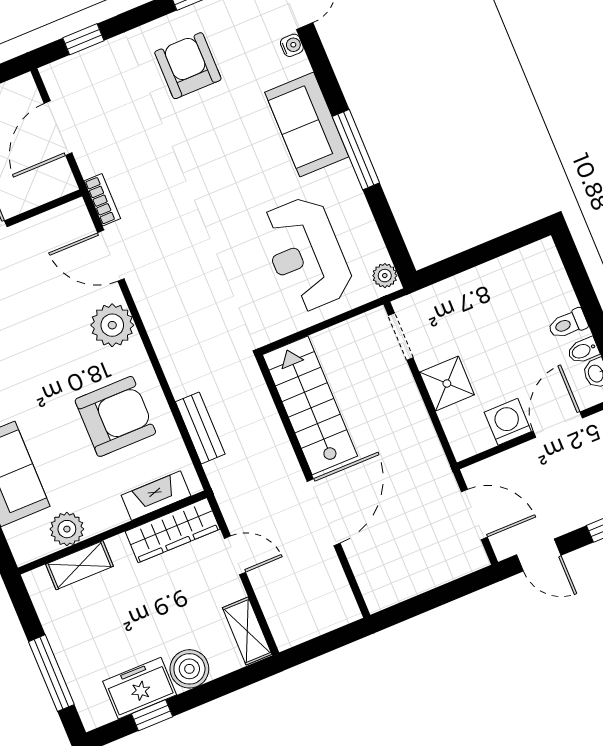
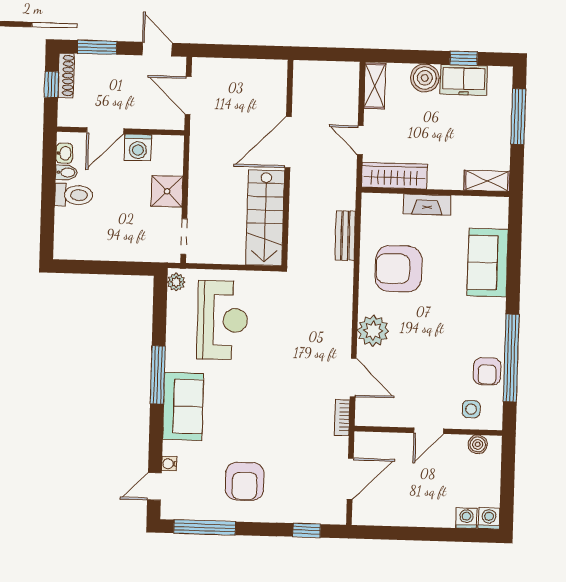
toilet: (568, 324) -> (74, 195), width x1.37, depth x1.39
fireplace: (156, 496) -> (427, 205), moved
plant: (67, 529) -> (465, 208), removed
shelving: (79, 565) -> (487, 181), moved

